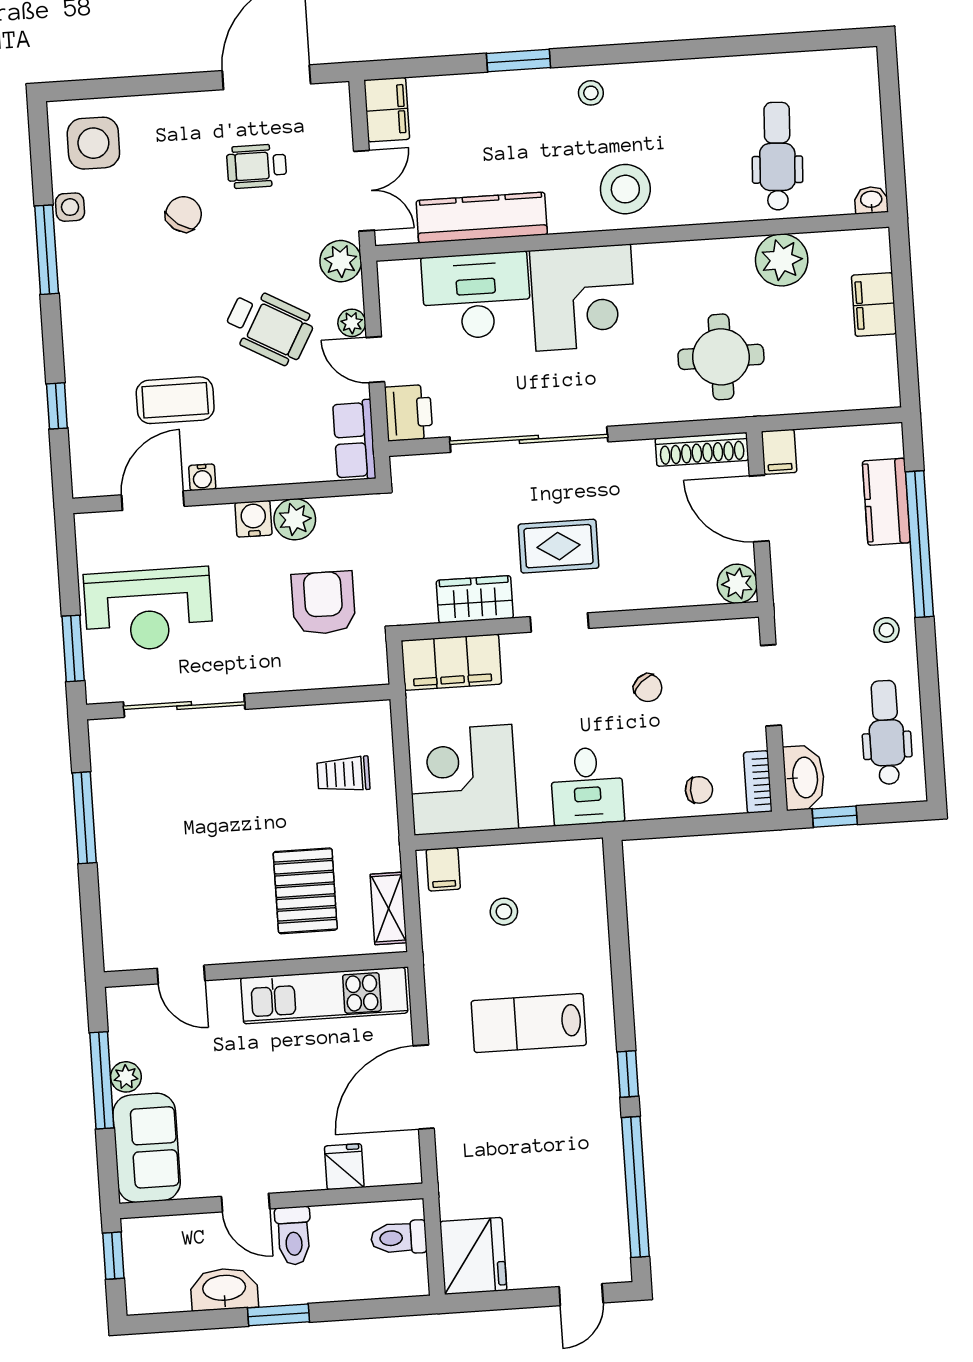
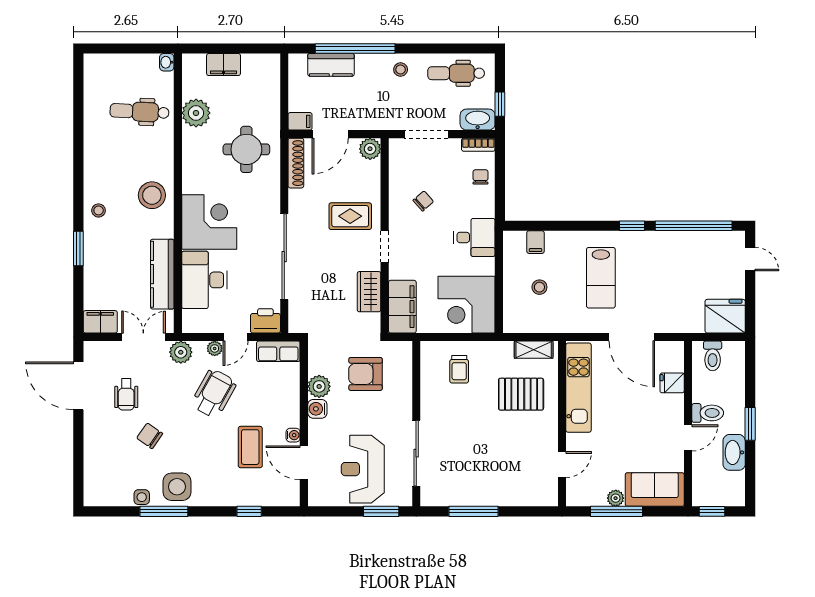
side table: (93, 143) -> (177, 487), moved
rug: (559, 546) -> (350, 216), moved, turned 90
reception desk: (148, 609) -> (363, 469), turned 180
filing cabinet: (443, 869) -> (535, 242), moved, turned 90

